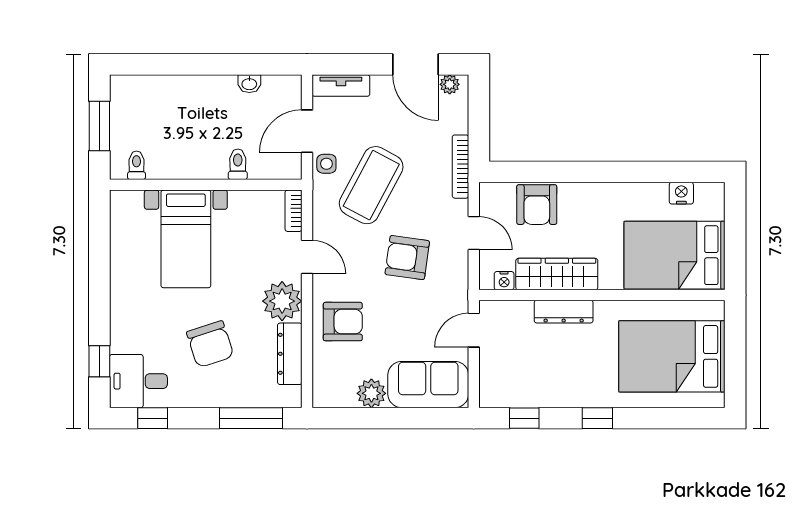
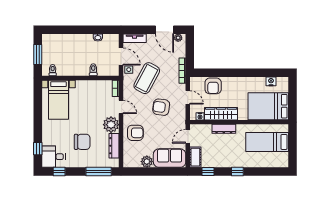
door: (307, 131) -> (121, 56), swing flipped
bed with nightstands: (186, 239) -> (58, 100), moved
chair: (210, 344) -> (82, 142), turned -72
bed: (672, 356) -> (267, 142), width x0.67
cot: (493, 382) -> (195, 157), added

